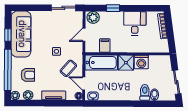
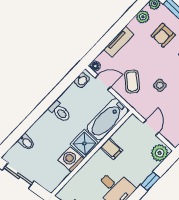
filing cabinet: (105, 46) -> (111, 149), moved
toilet: (145, 92) -> (60, 111), moved

